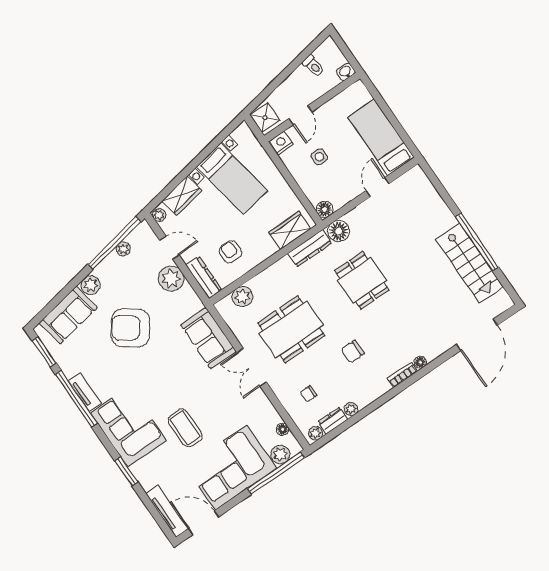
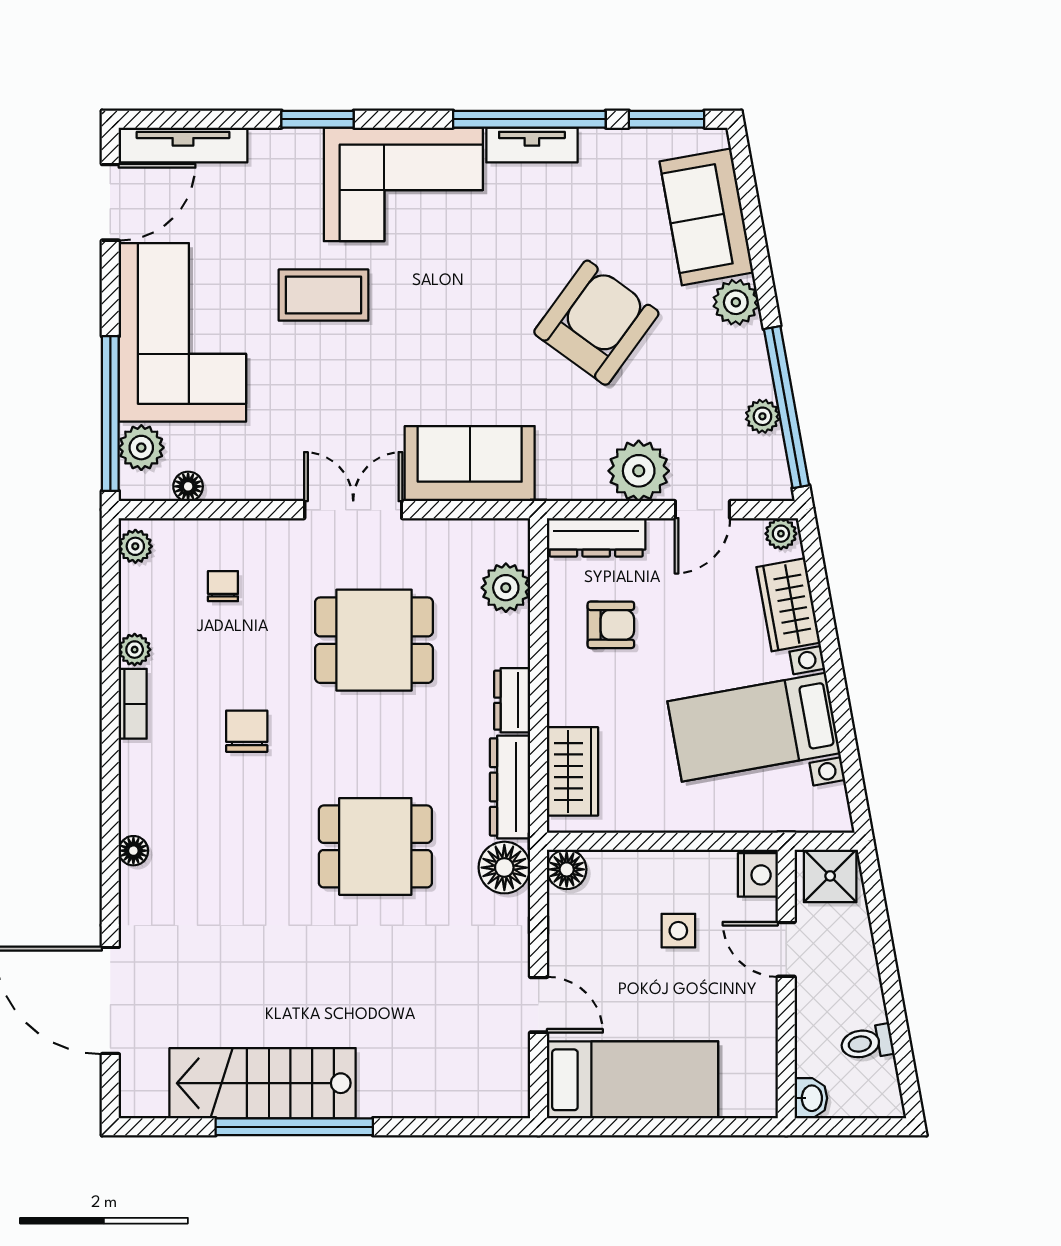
dining table: (291, 329) -> (374, 640), width x0.73
bookcase: (402, 375) -> (133, 704), moved
dresser: (333, 421) -> (512, 700), moved, turned 180

